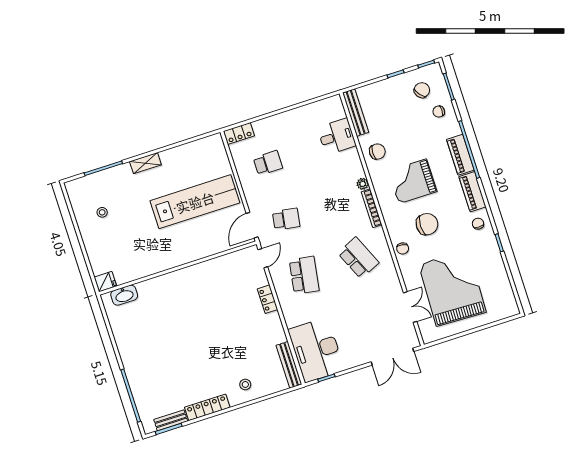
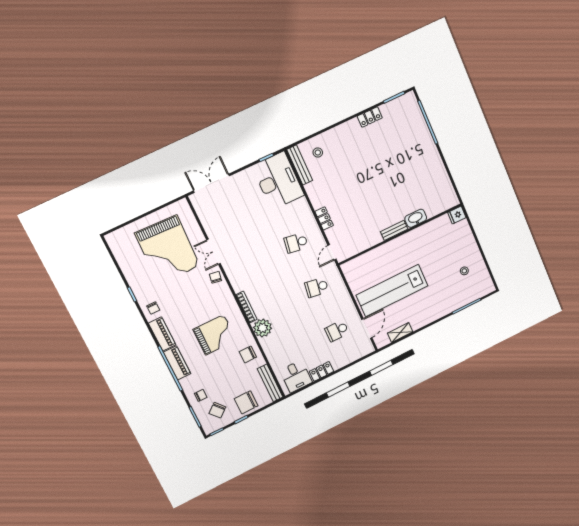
locker: (239, 134) -> (322, 371), moved
desk: (337, 137) -> (296, 376), moved, turned -90
shelving: (145, 163) -> (400, 332), moved
plant: (363, 184) -> (263, 328), width x1.87, depth x1.87
chair: (427, 224) -> (246, 402), moved
door: (252, 225) -> (367, 329), moved
school desk: (358, 258) -> (252, 264), removed
school desk: (304, 275) -> (296, 243), width x0.54
washbasin: (124, 295) -> (416, 218), moved
double door: (410, 307) -> (213, 252), moved
stool: (245, 384) -> (318, 153), moved
locker: (207, 407) -> (370, 117), width x0.66
bench: (171, 420) -> (394, 230), moved

